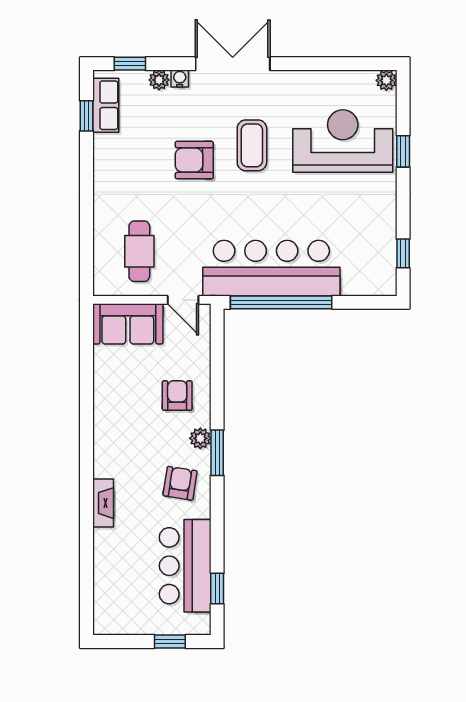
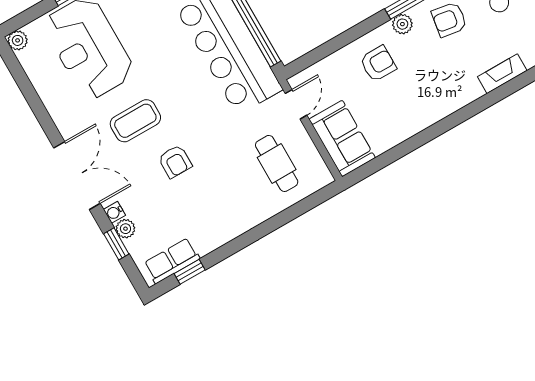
window: (130, 64) -> (116, 244), moved
double door: (233, 64) -> (77, 176), swing flipped
armchair: (194, 160) -> (175, 161), width x0.72, depth x0.72
cafe table: (139, 251) -> (277, 163), turned 90
armchair: (177, 396) -> (378, 64), turned 180

